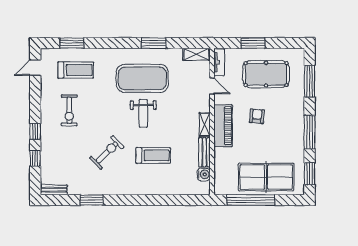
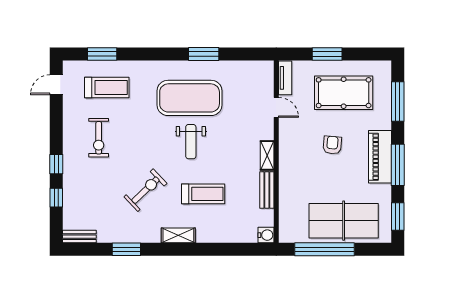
shelving: (196, 54) -> (178, 235), moved
piano: (223, 126) -> (380, 157), moved, turned 180
water cooler: (204, 174) -> (266, 235), moved

